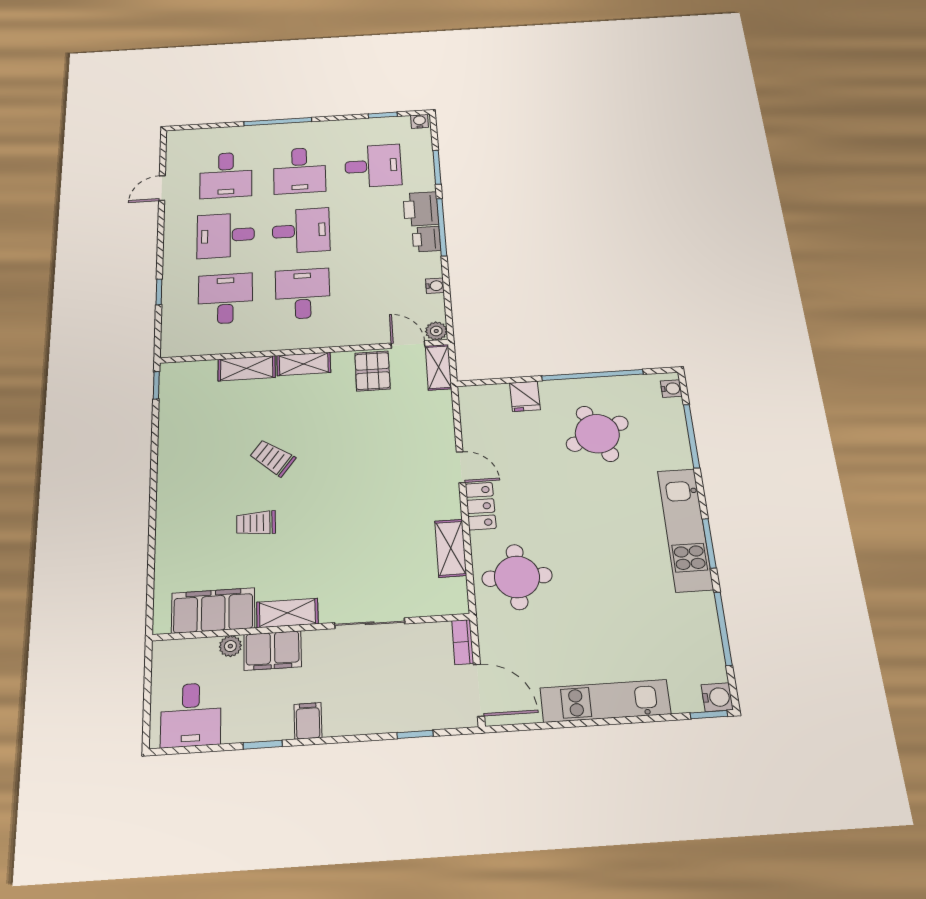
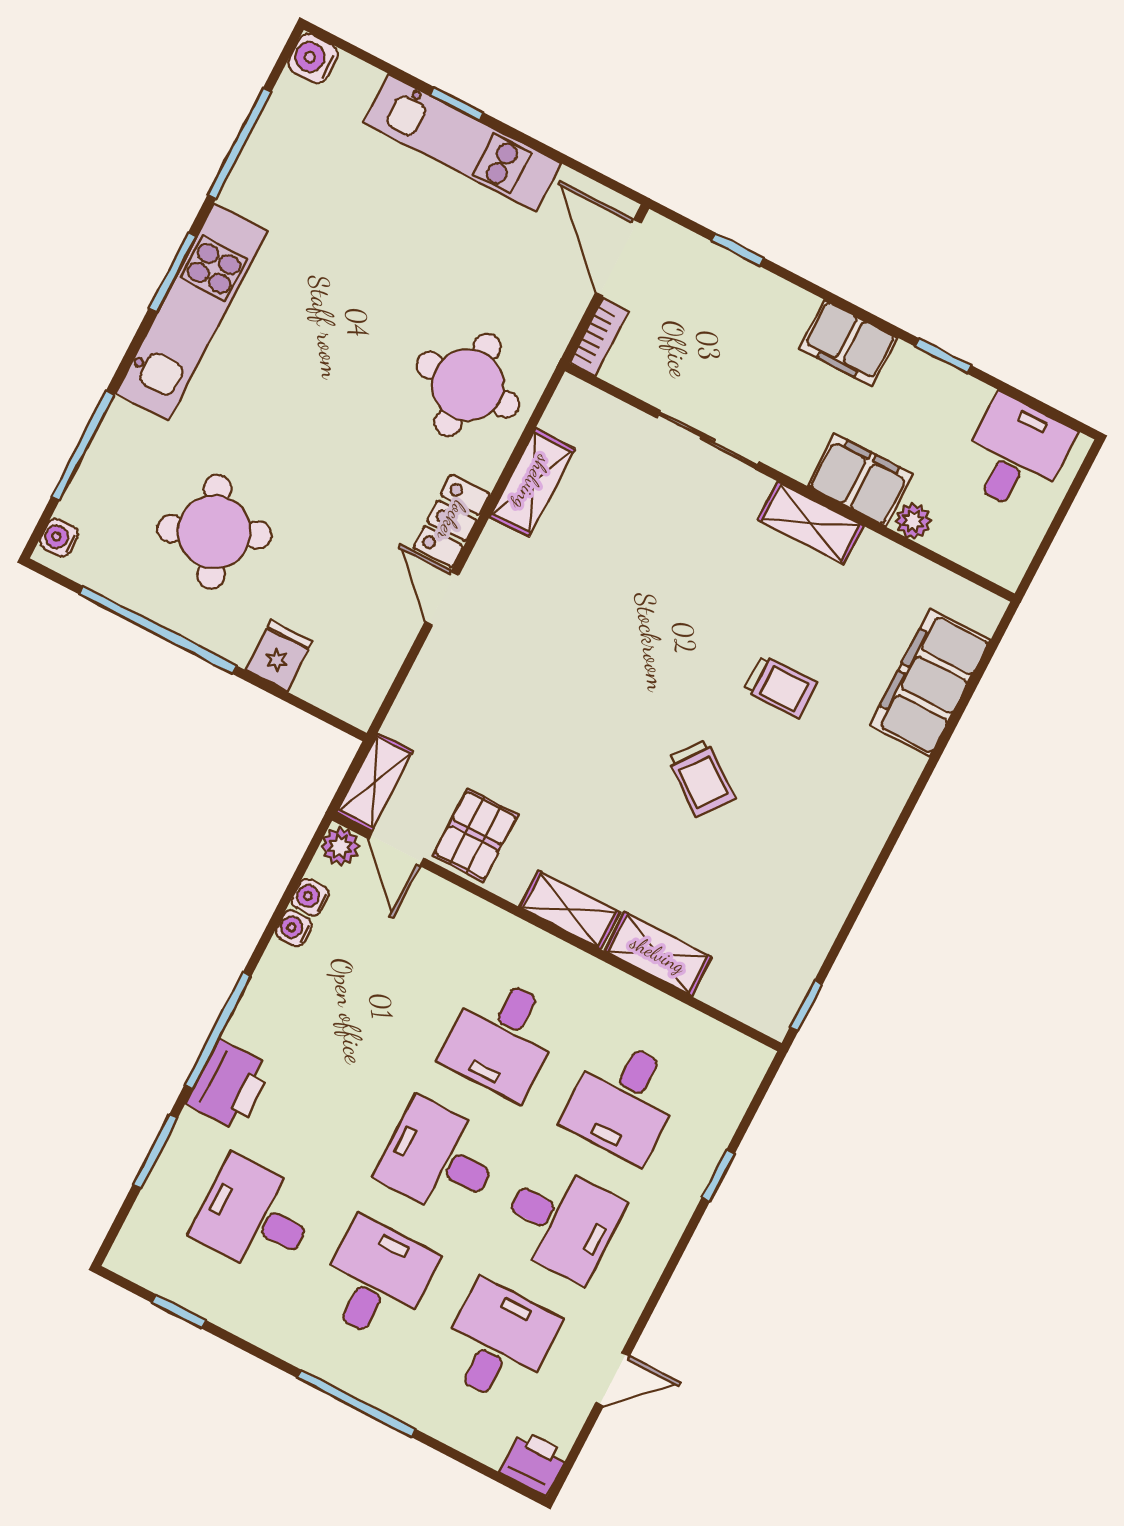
water cooler: (420, 121) -> (310, 897), moved, turned 90
printer: (426, 239) -> (534, 1463), moved, turned -90
filing cabinet: (213, 611) -> (930, 683), moved, turned 90
window: (709, 715) -> (457, 104), moved
filing cabinet: (308, 721) -> (848, 343), width x2.00

